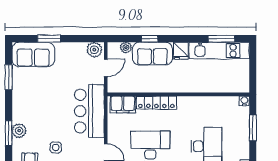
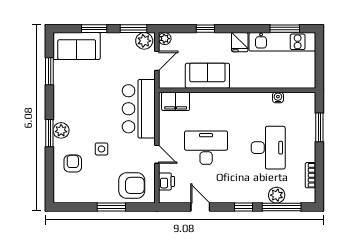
window: (85, 39) -> (133, 29), added
plant: (126, 48) -> (165, 39), moved
sofa: (152, 54) -> (207, 76), moved, turned 180
water cooler: (244, 101) -> (278, 98), moved
locker: (156, 103) -> (213, 99), removed

